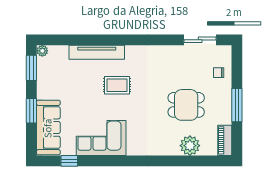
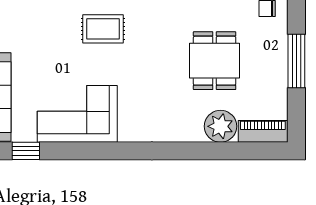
dining table: (186, 105) -> (215, 61), turned 90
piano: (225, 140) -> (263, 131), moved, turned 90

